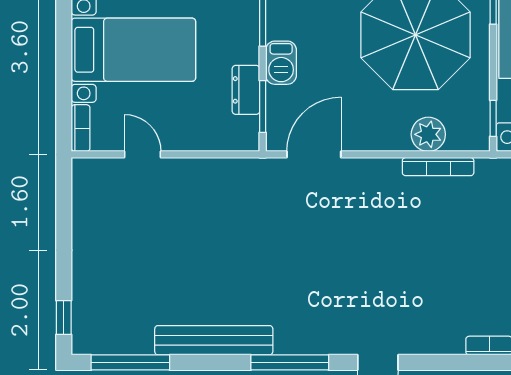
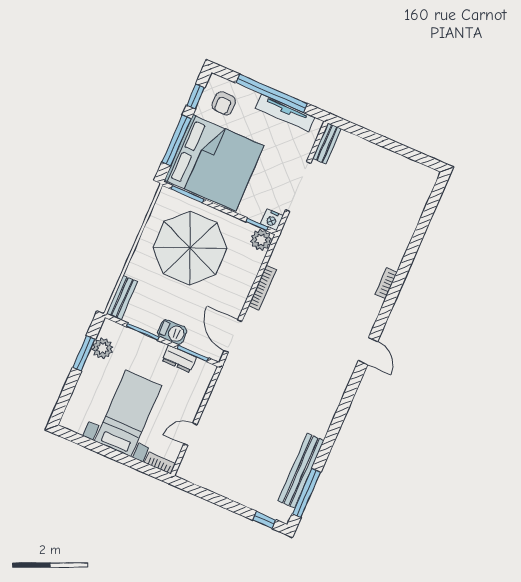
plant: (428, 134) -> (261, 240), moved
bookcase: (438, 167) -> (262, 288), moved
bench: (214, 340) -> (301, 471), moved
window: (290, 362) -> (346, 402), removed

